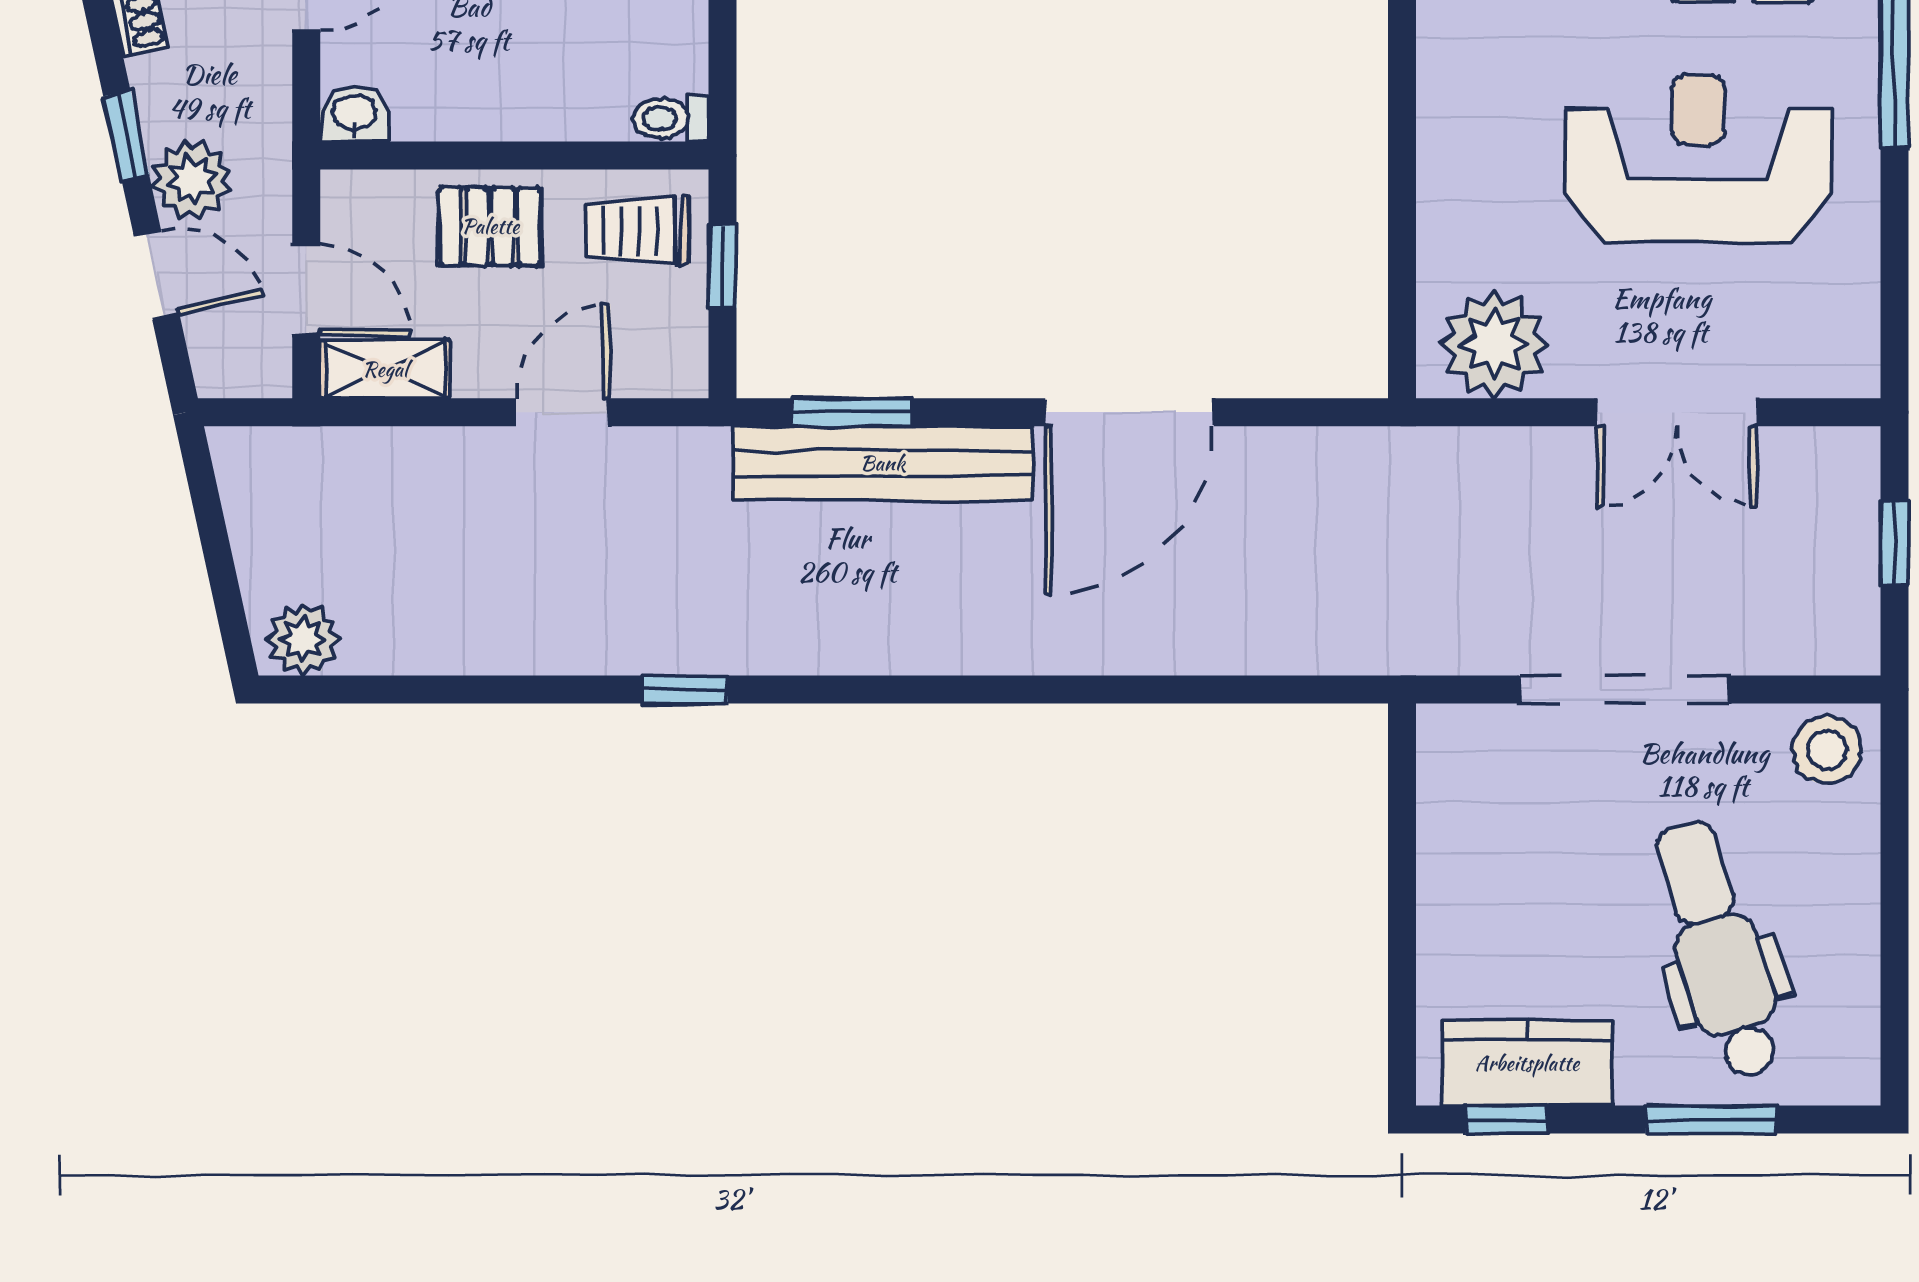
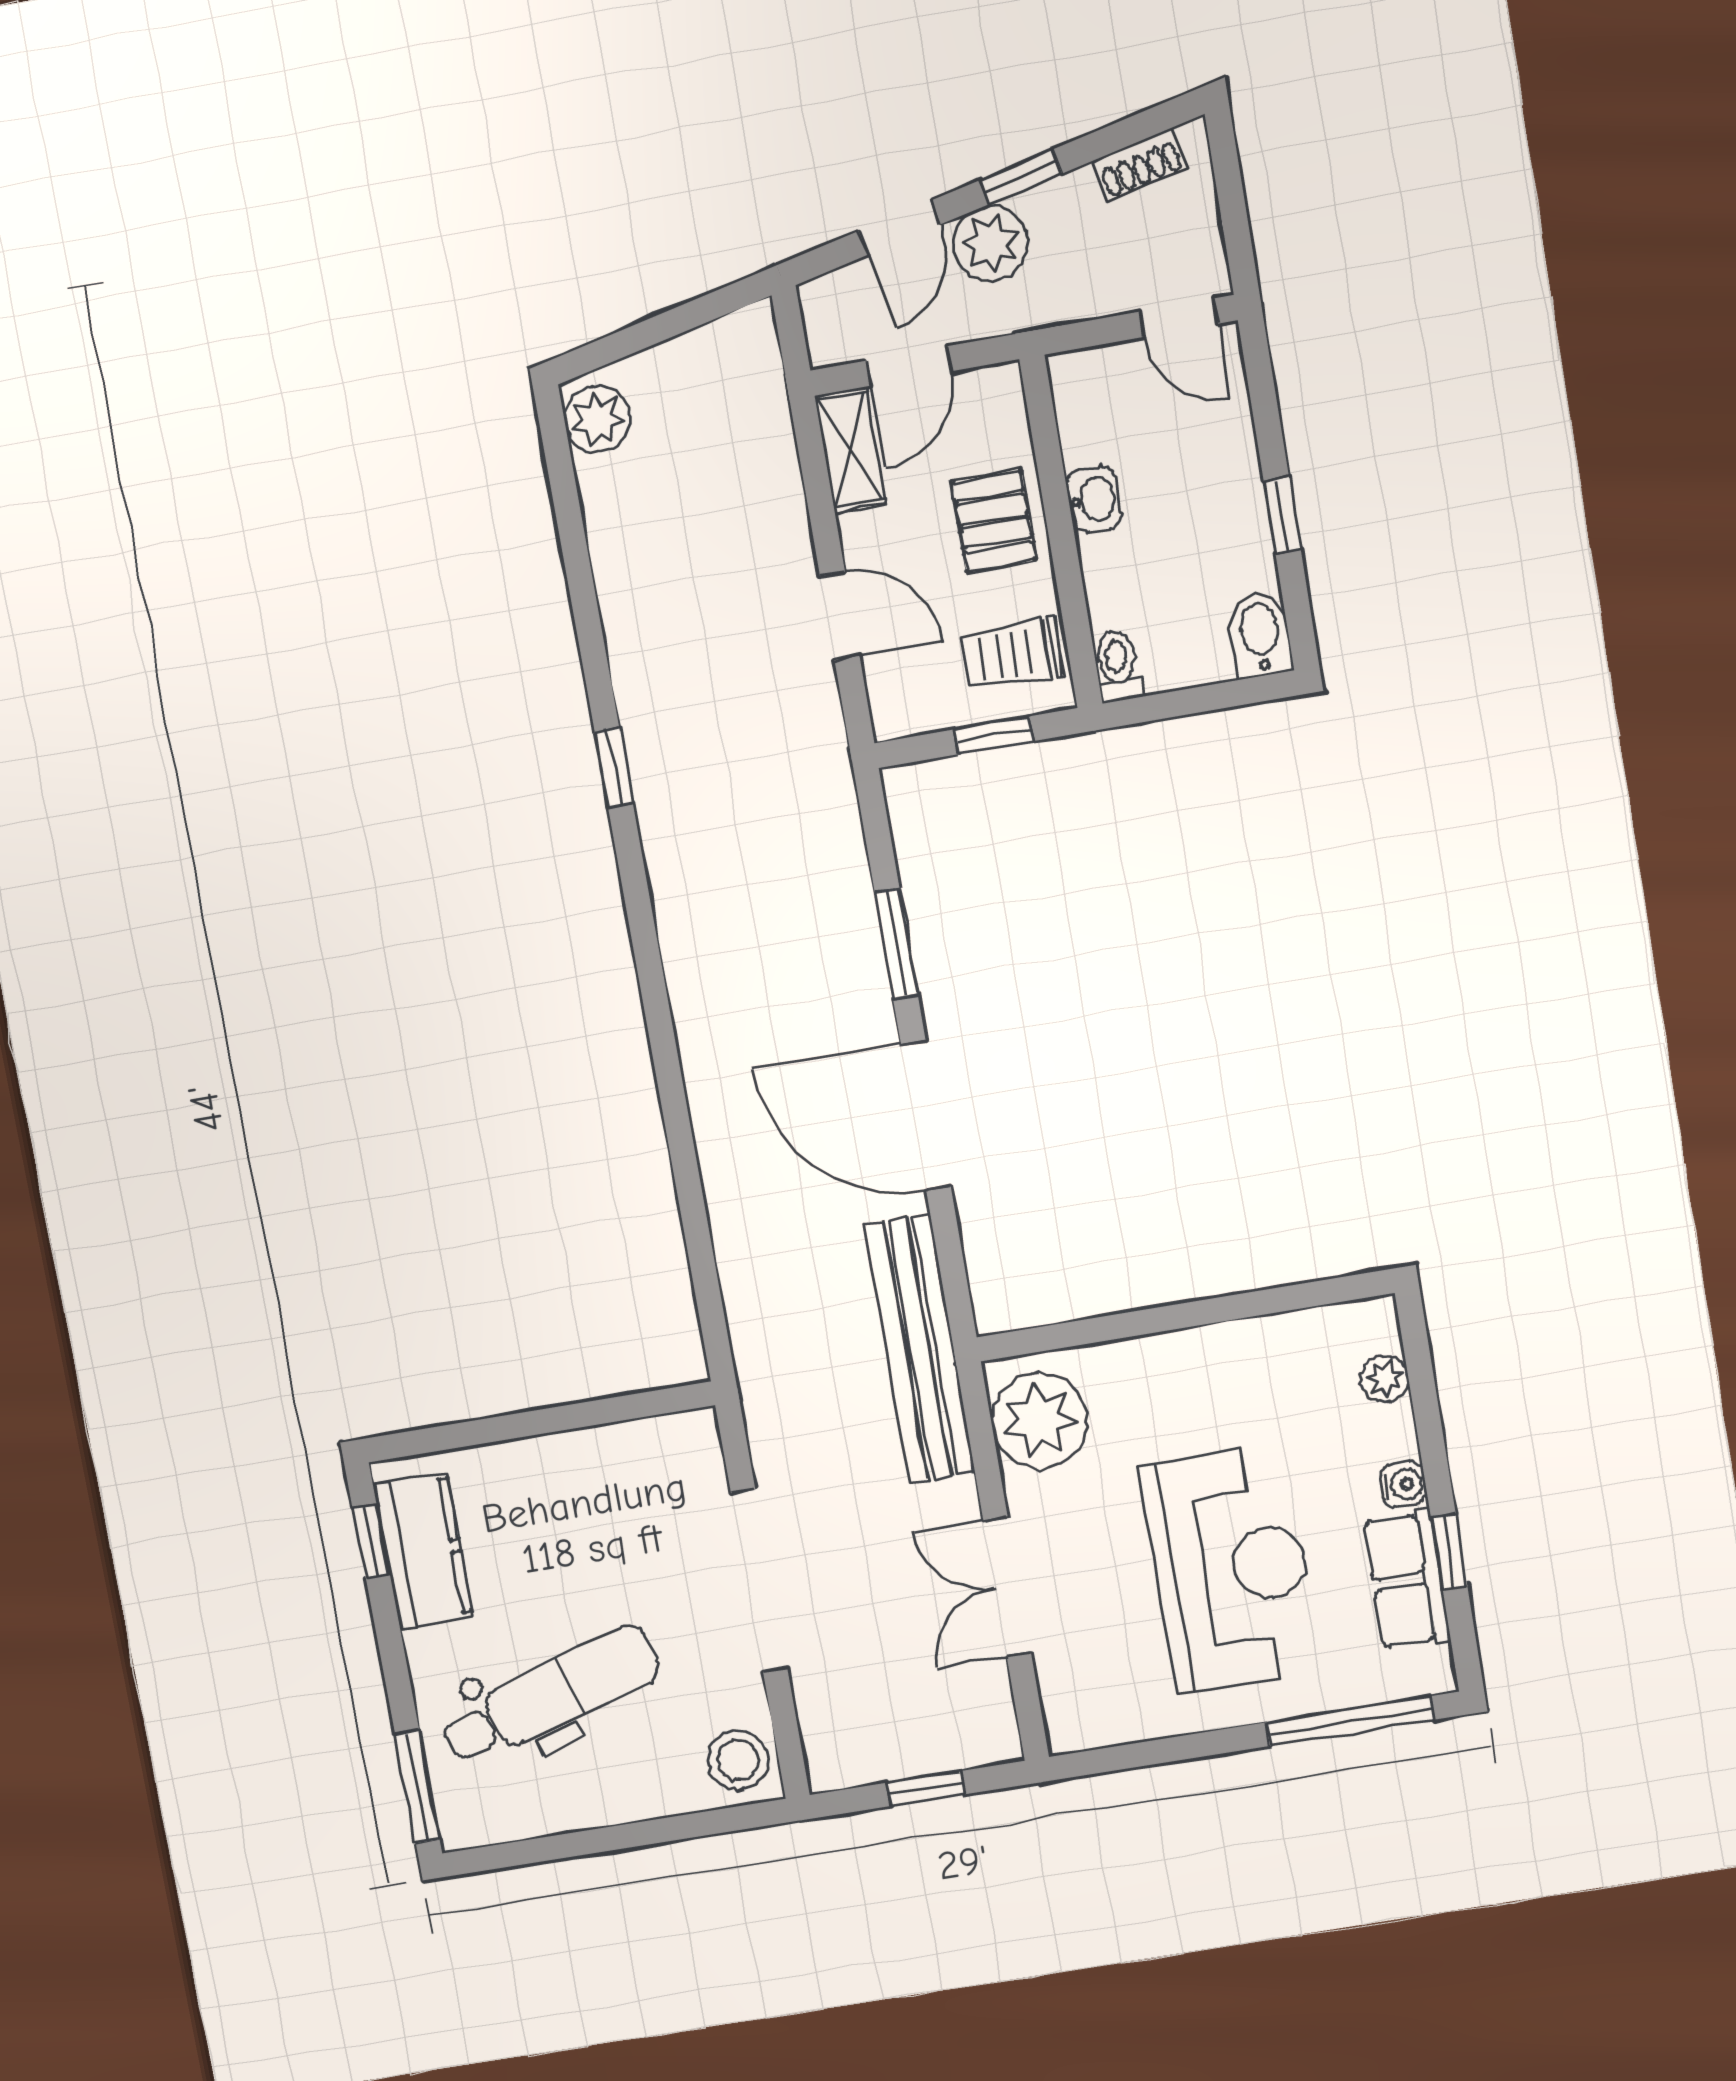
washbasin: (354, 114) -> (1094, 499), moved
trolley: (638, 231) -> (1013, 654), turned -90
window: (851, 412) -> (896, 943), moved
bench: (883, 463) -> (920, 1349), moved
window: (1711, 1120) -> (417, 1787), moved

